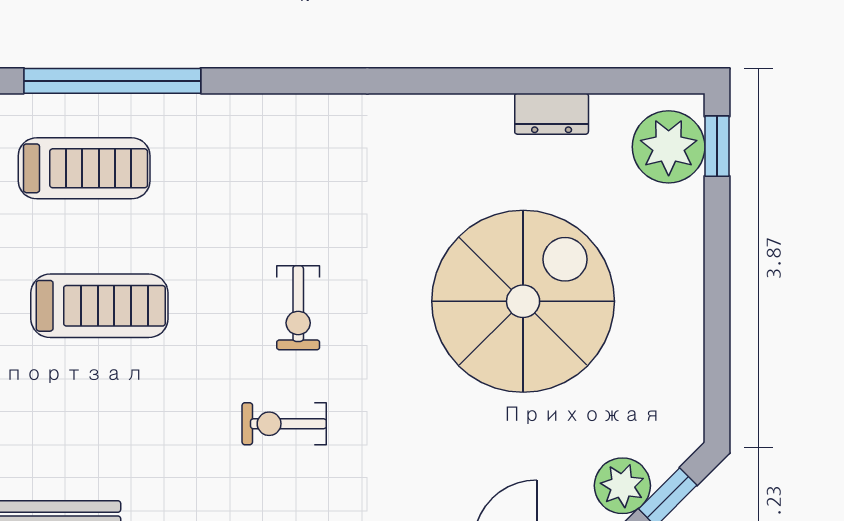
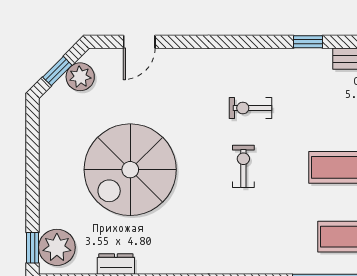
exercise bike: (284, 424) -> (250, 108), turned 180

